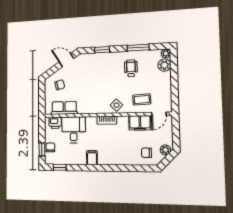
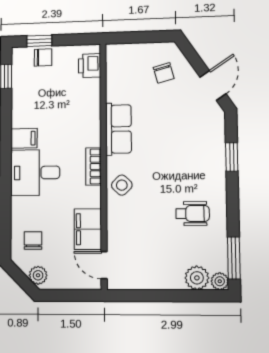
window: (138, 48) -> (234, 258), moved
coffee table: (142, 99) -> (132, 233), removed
row of seats: (64, 108) -> (119, 129), moved
desk: (74, 130) -> (35, 173), moved, turned 180

